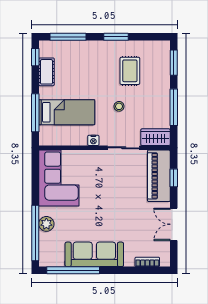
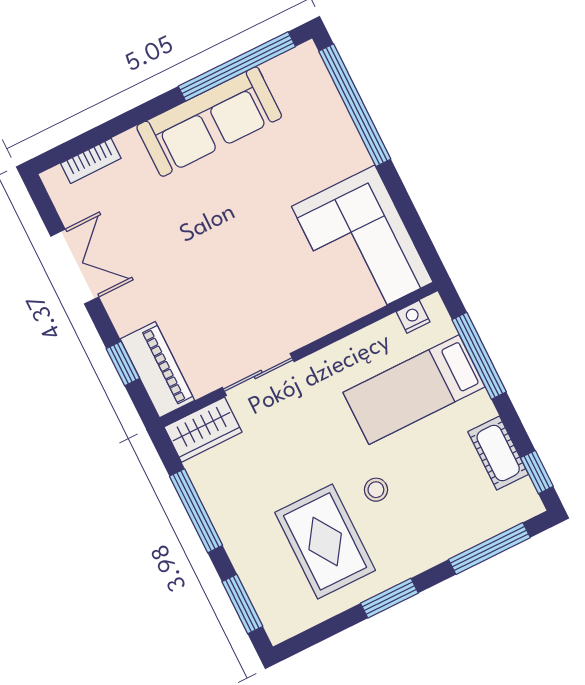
rug: (130, 71) -> (325, 541), width x1.36, depth x1.43
stool: (119, 106) -> (376, 490), moved
nightstand: (93, 140) -> (413, 317), moved
piano: (159, 176) -> (157, 370), width x0.73, depth x0.75
plant: (46, 224) -> (341, 135), removed

